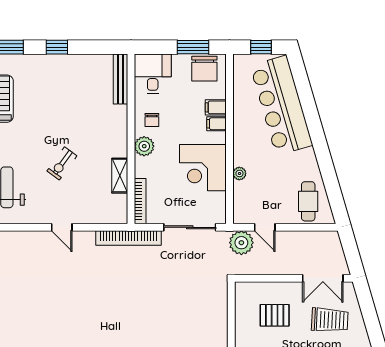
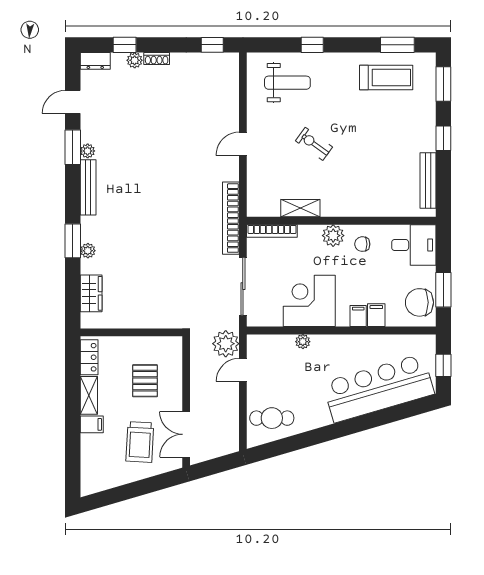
bench: (121, 79) -> (428, 181), moved, turned 90

